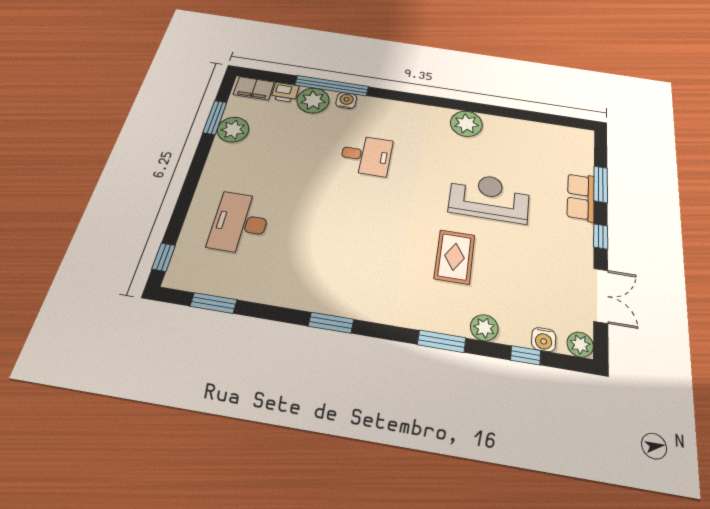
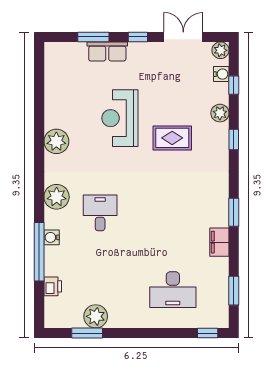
filing cabinet: (254, 88) -> (219, 242), moved, turned 180
plant: (313, 100) -> (57, 197), moved
window: (442, 341) -> (234, 140), width x0.67

